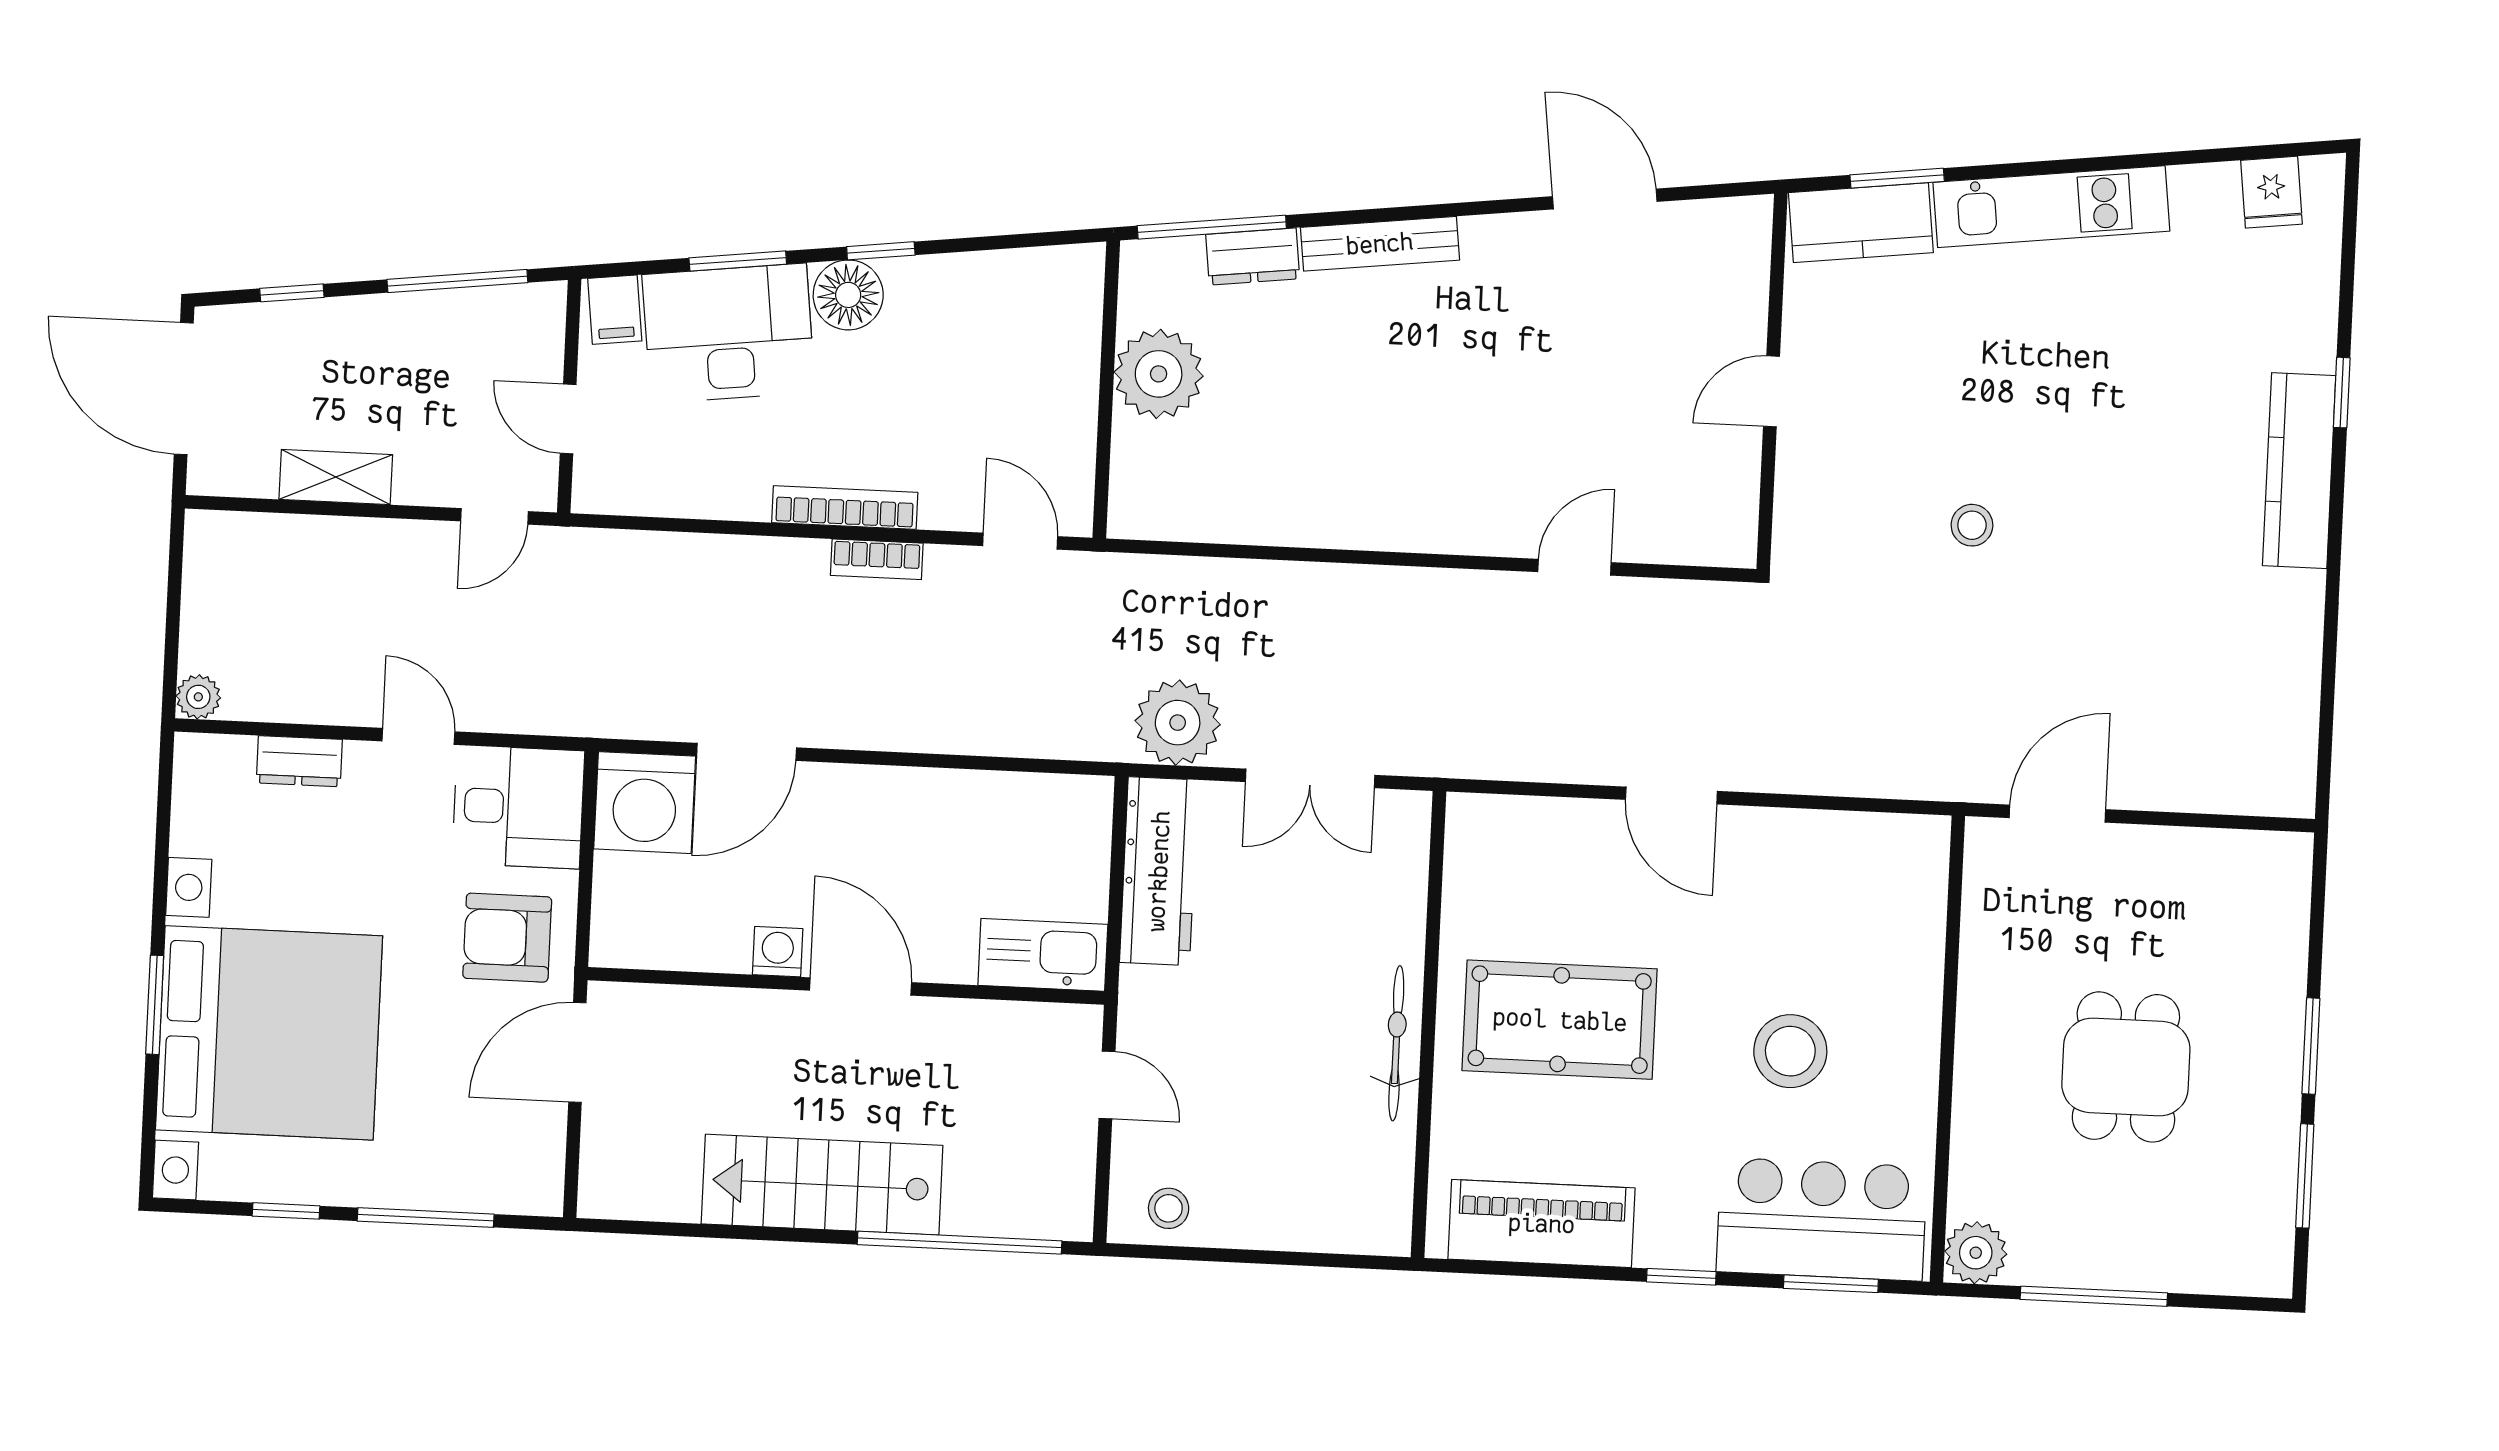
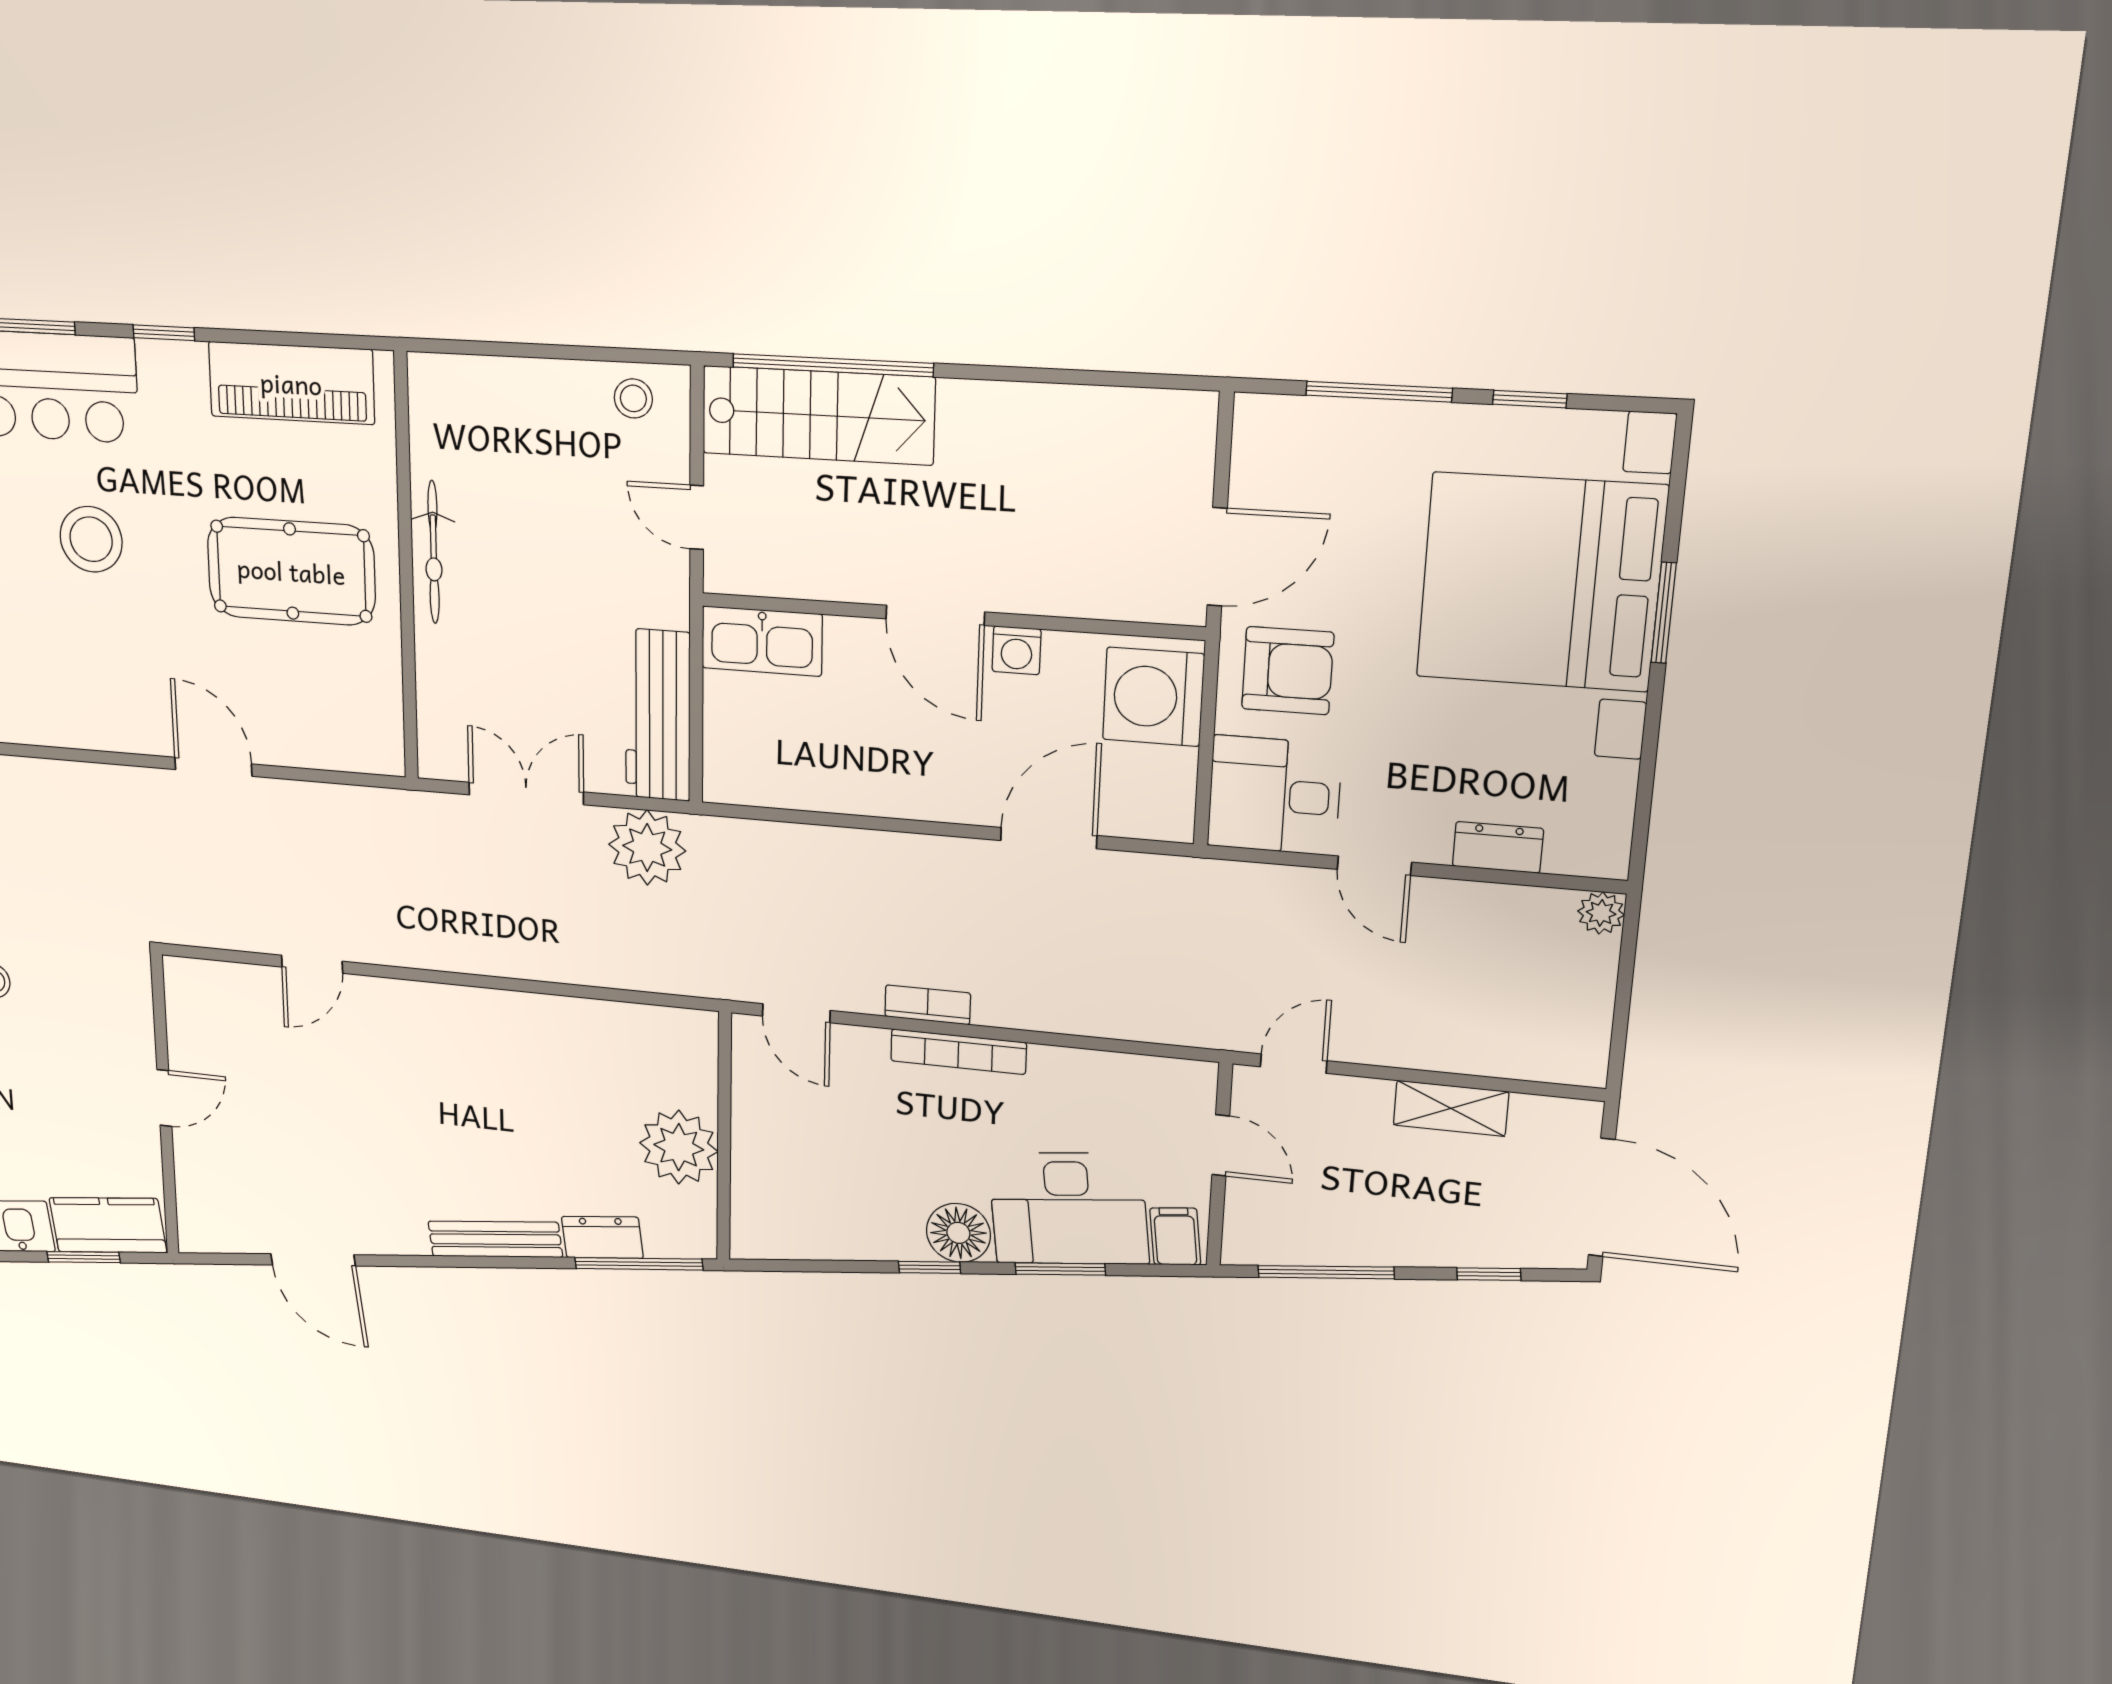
washing machine: (645, 803) -> (1153, 697), moved, turned -90
stairs: (822, 1185) -> (818, 415), moved

